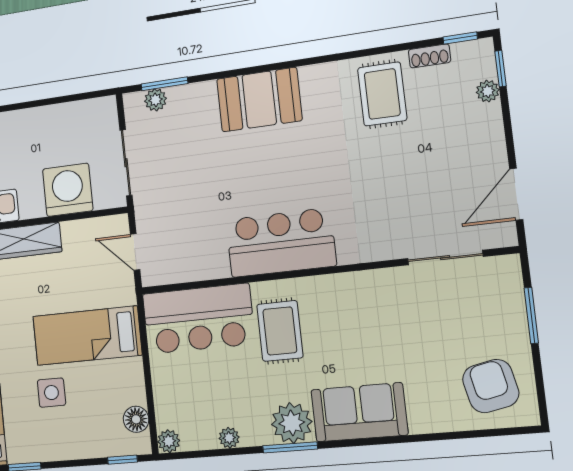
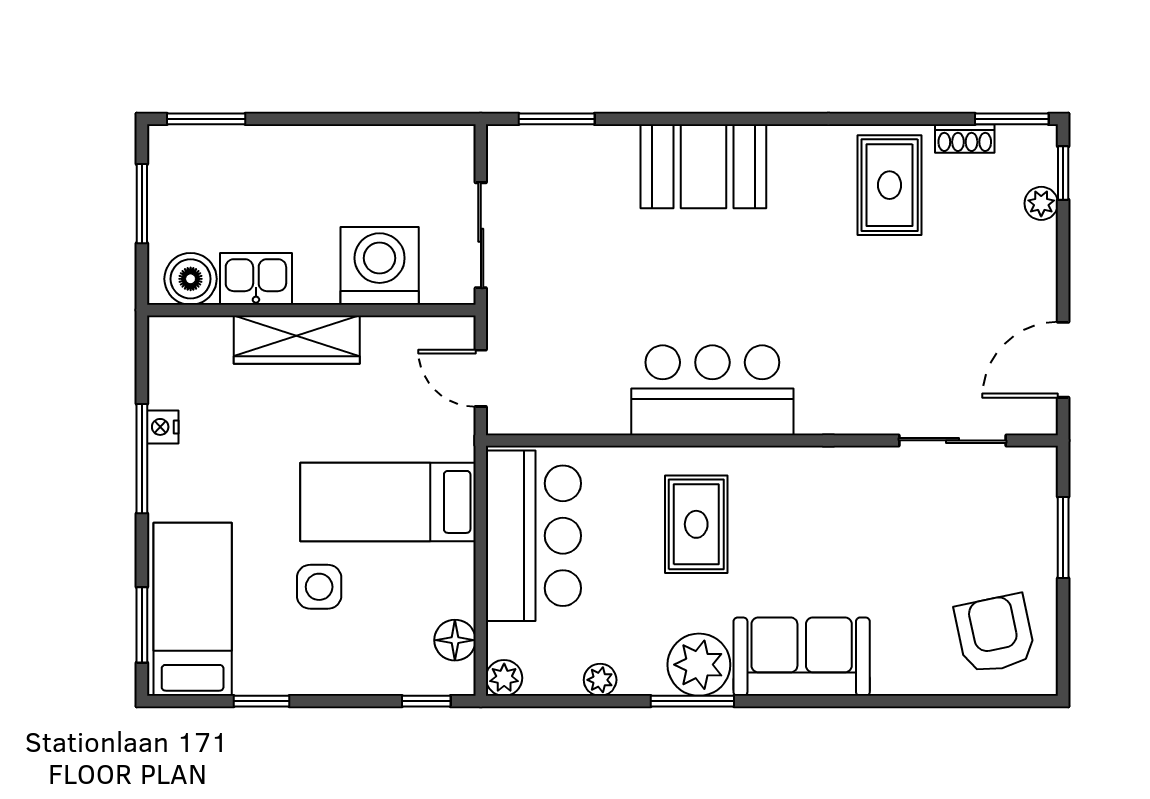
window: (460, 38) -> (1012, 119), width x1.50
plant: (155, 100) -> (539, 142), removed
bar counter: (198, 319) -> (533, 536), moved, turned -90

